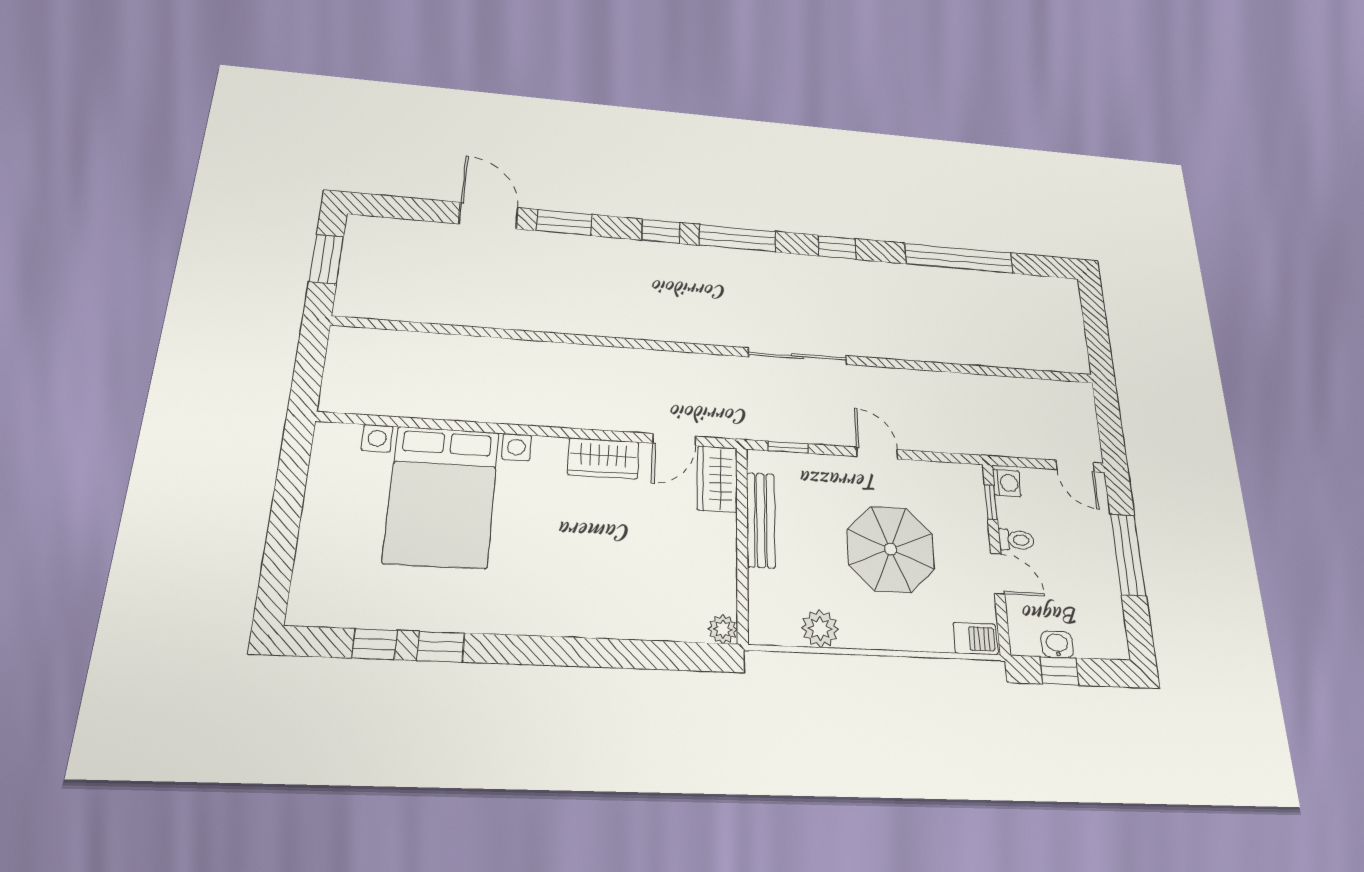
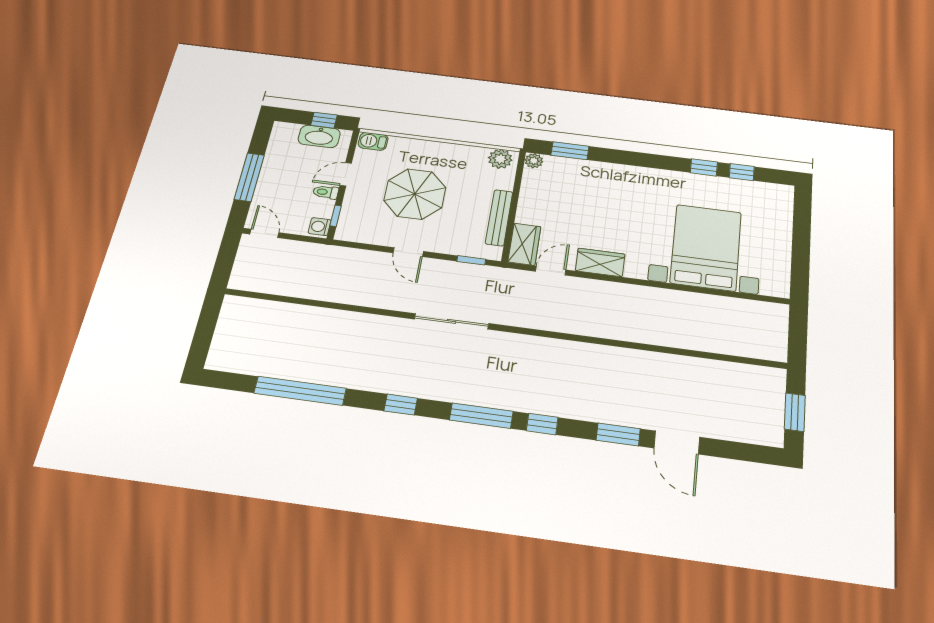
door: (998, 574) -> (346, 174), hinge flipped
plant: (820, 629) -> (500, 159), moved
washbasin: (1057, 644) -> (319, 136), width x1.91, depth x1.45
window: (667, 655) -> (570, 151), added

